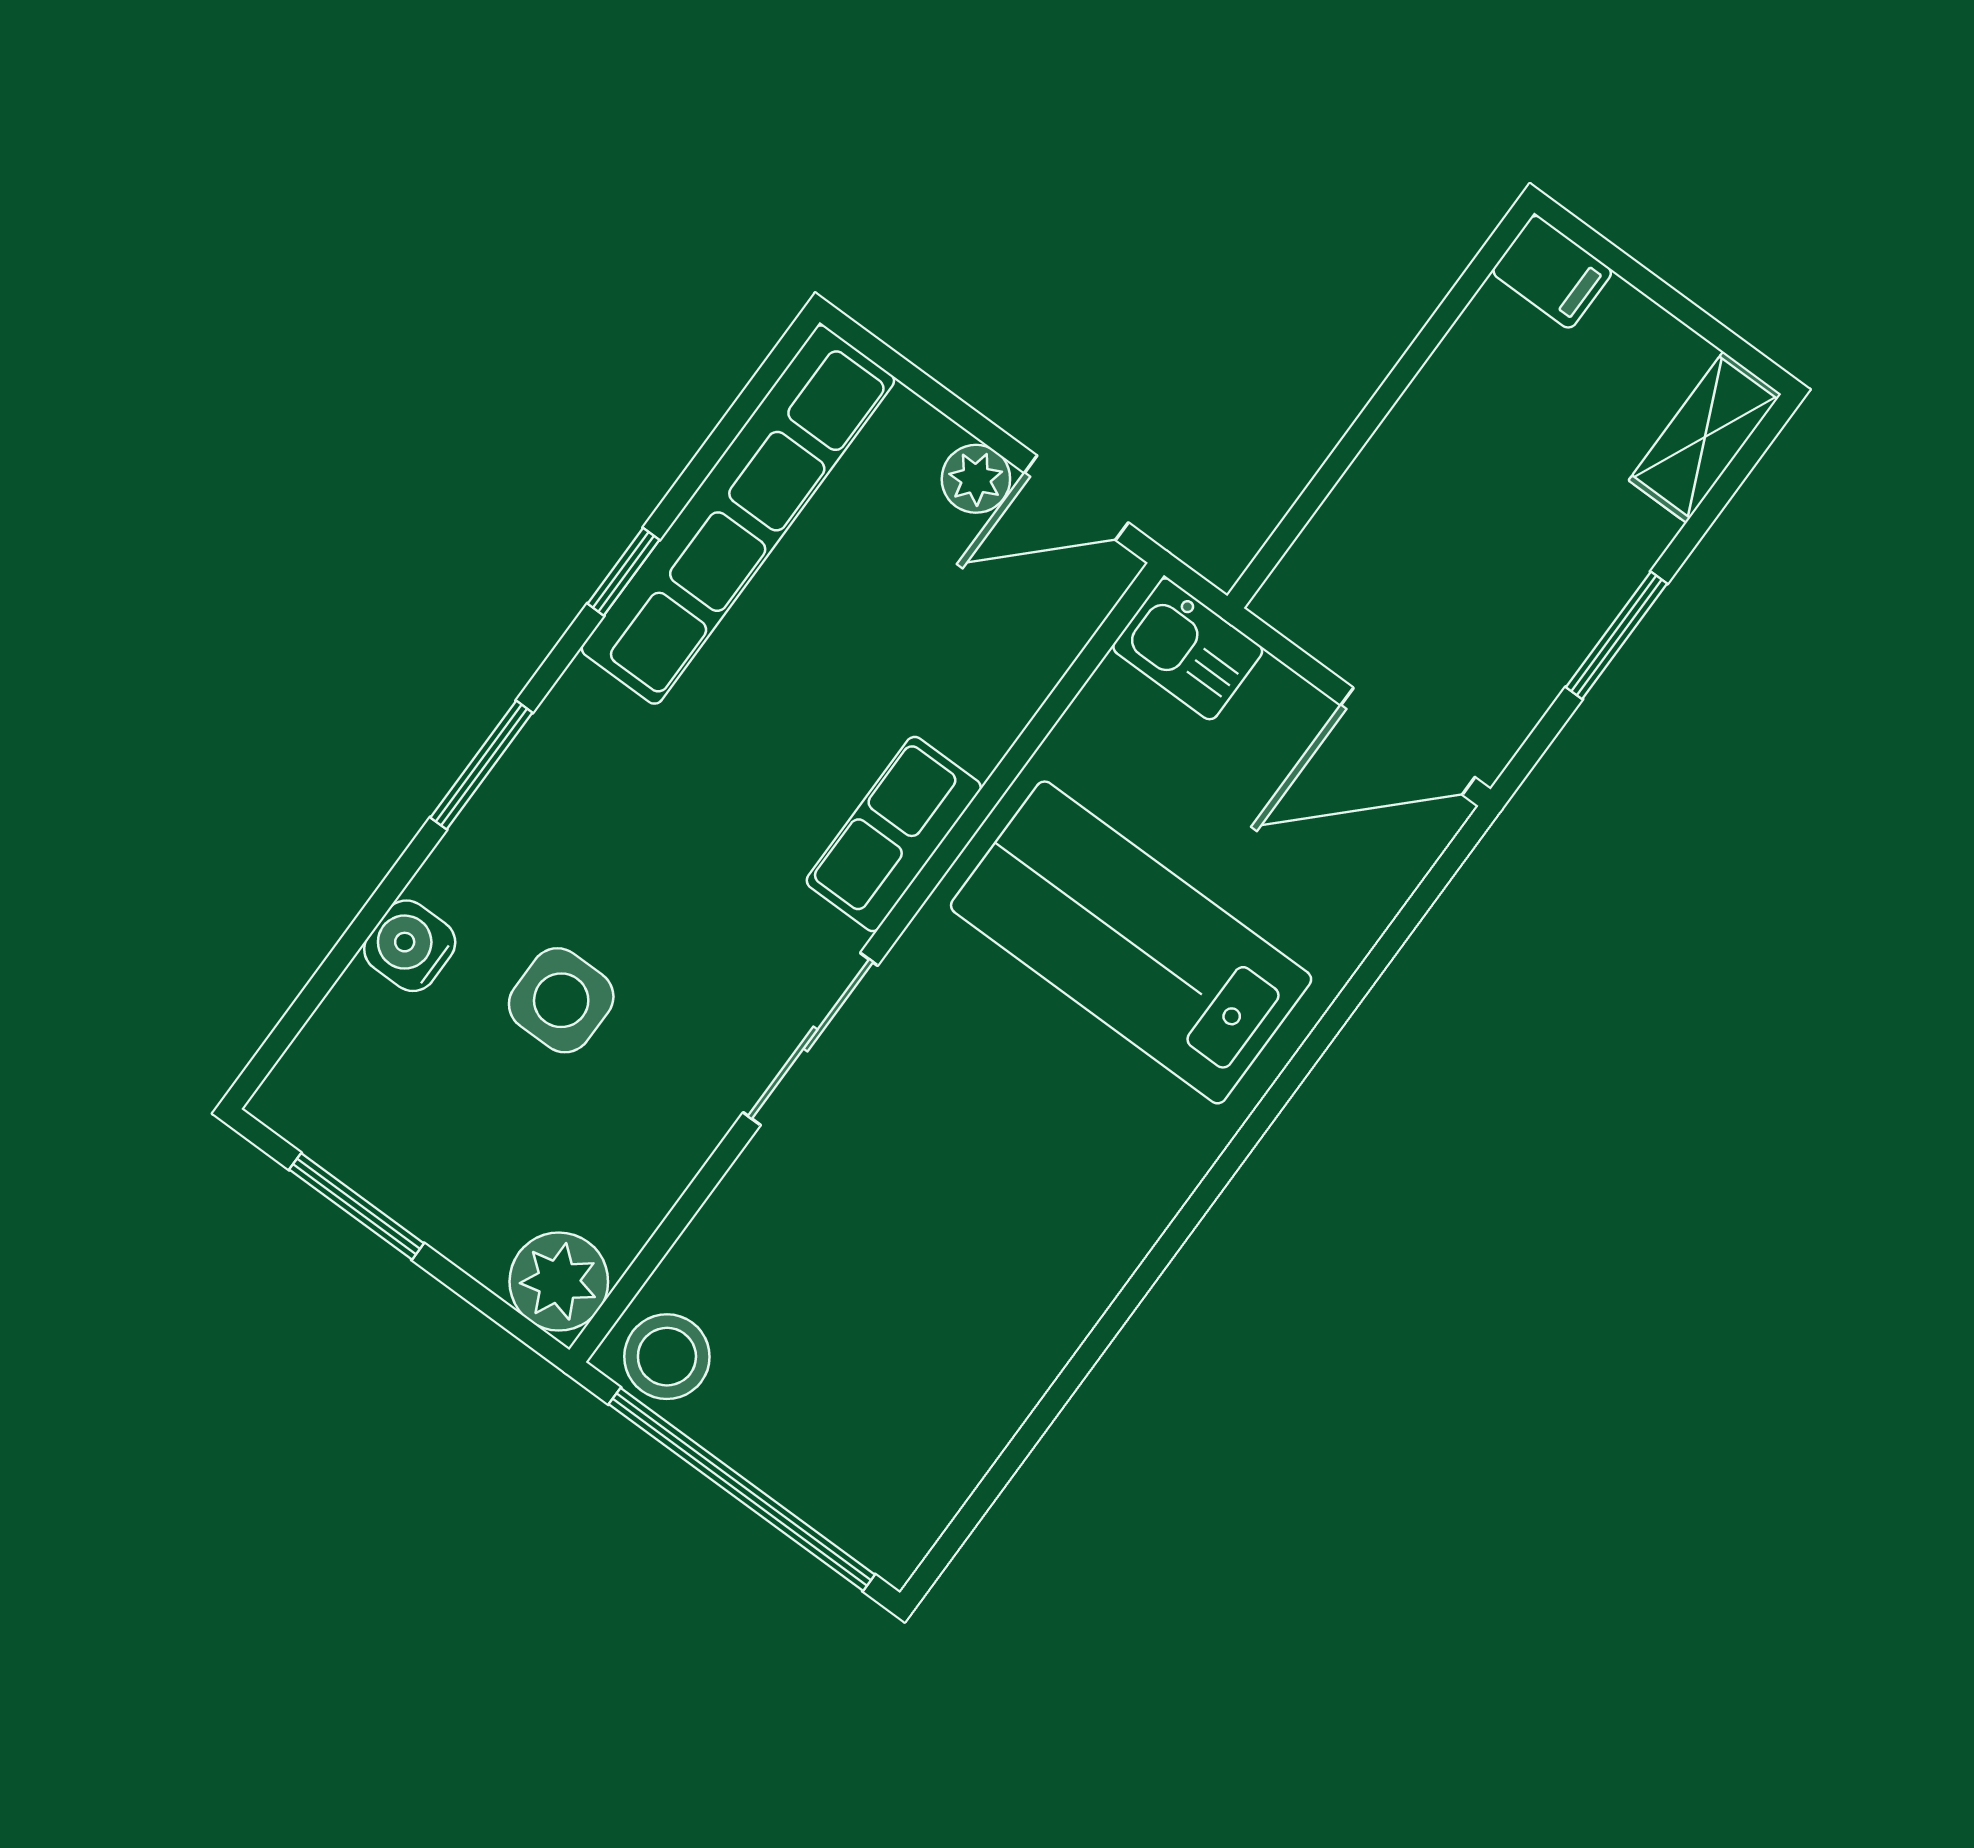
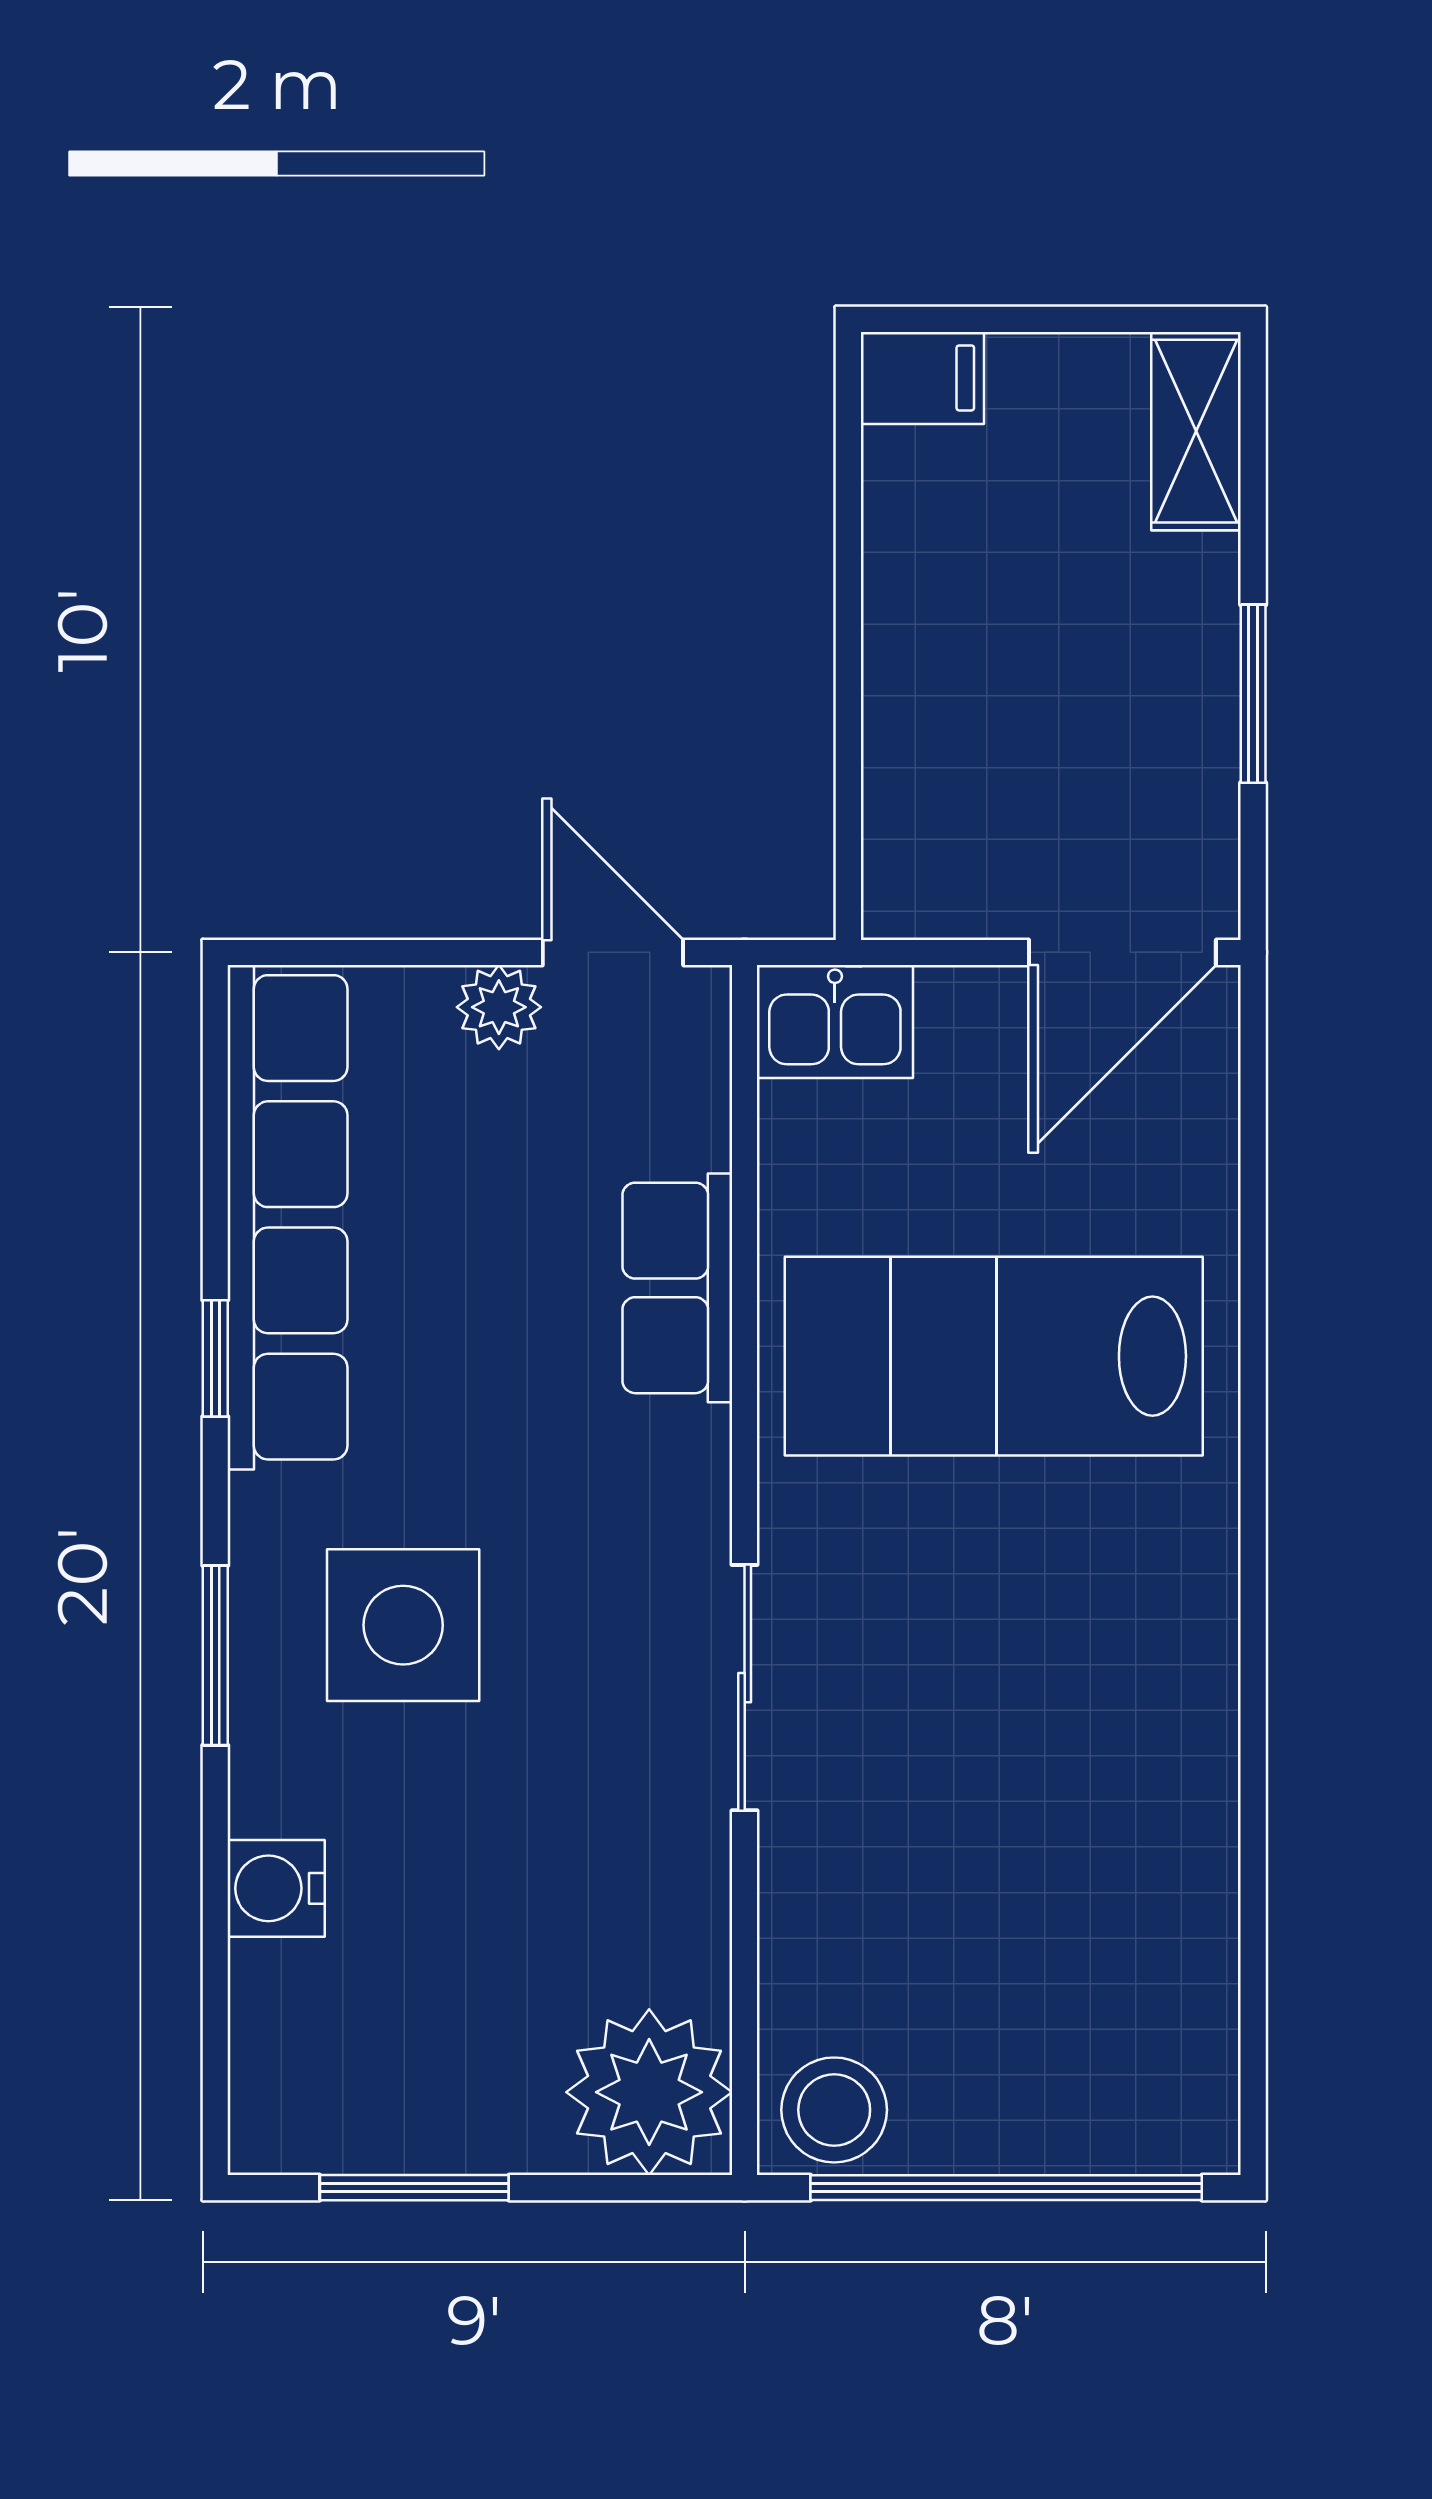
door: (1076, 498) -> (613, 952), swing flipped
row of seats: (894, 834) -> (677, 1288), moved
side table: (561, 1000) -> (403, 1625), moved, width x1.37, depth x1.37
plant: (559, 1282) -> (649, 2092), width x1.36, depth x1.36

